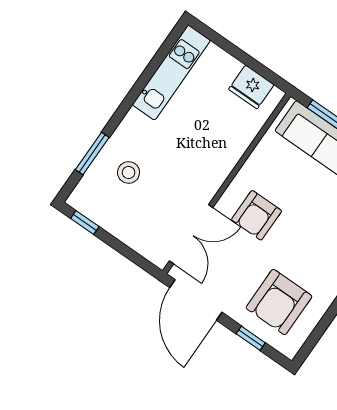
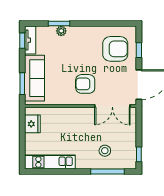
window: (92, 153) -> (108, 172), width x1.44
armchair: (257, 215) -> (85, 84), turned 180
double door: (191, 234) -> (112, 106), swing flipped

